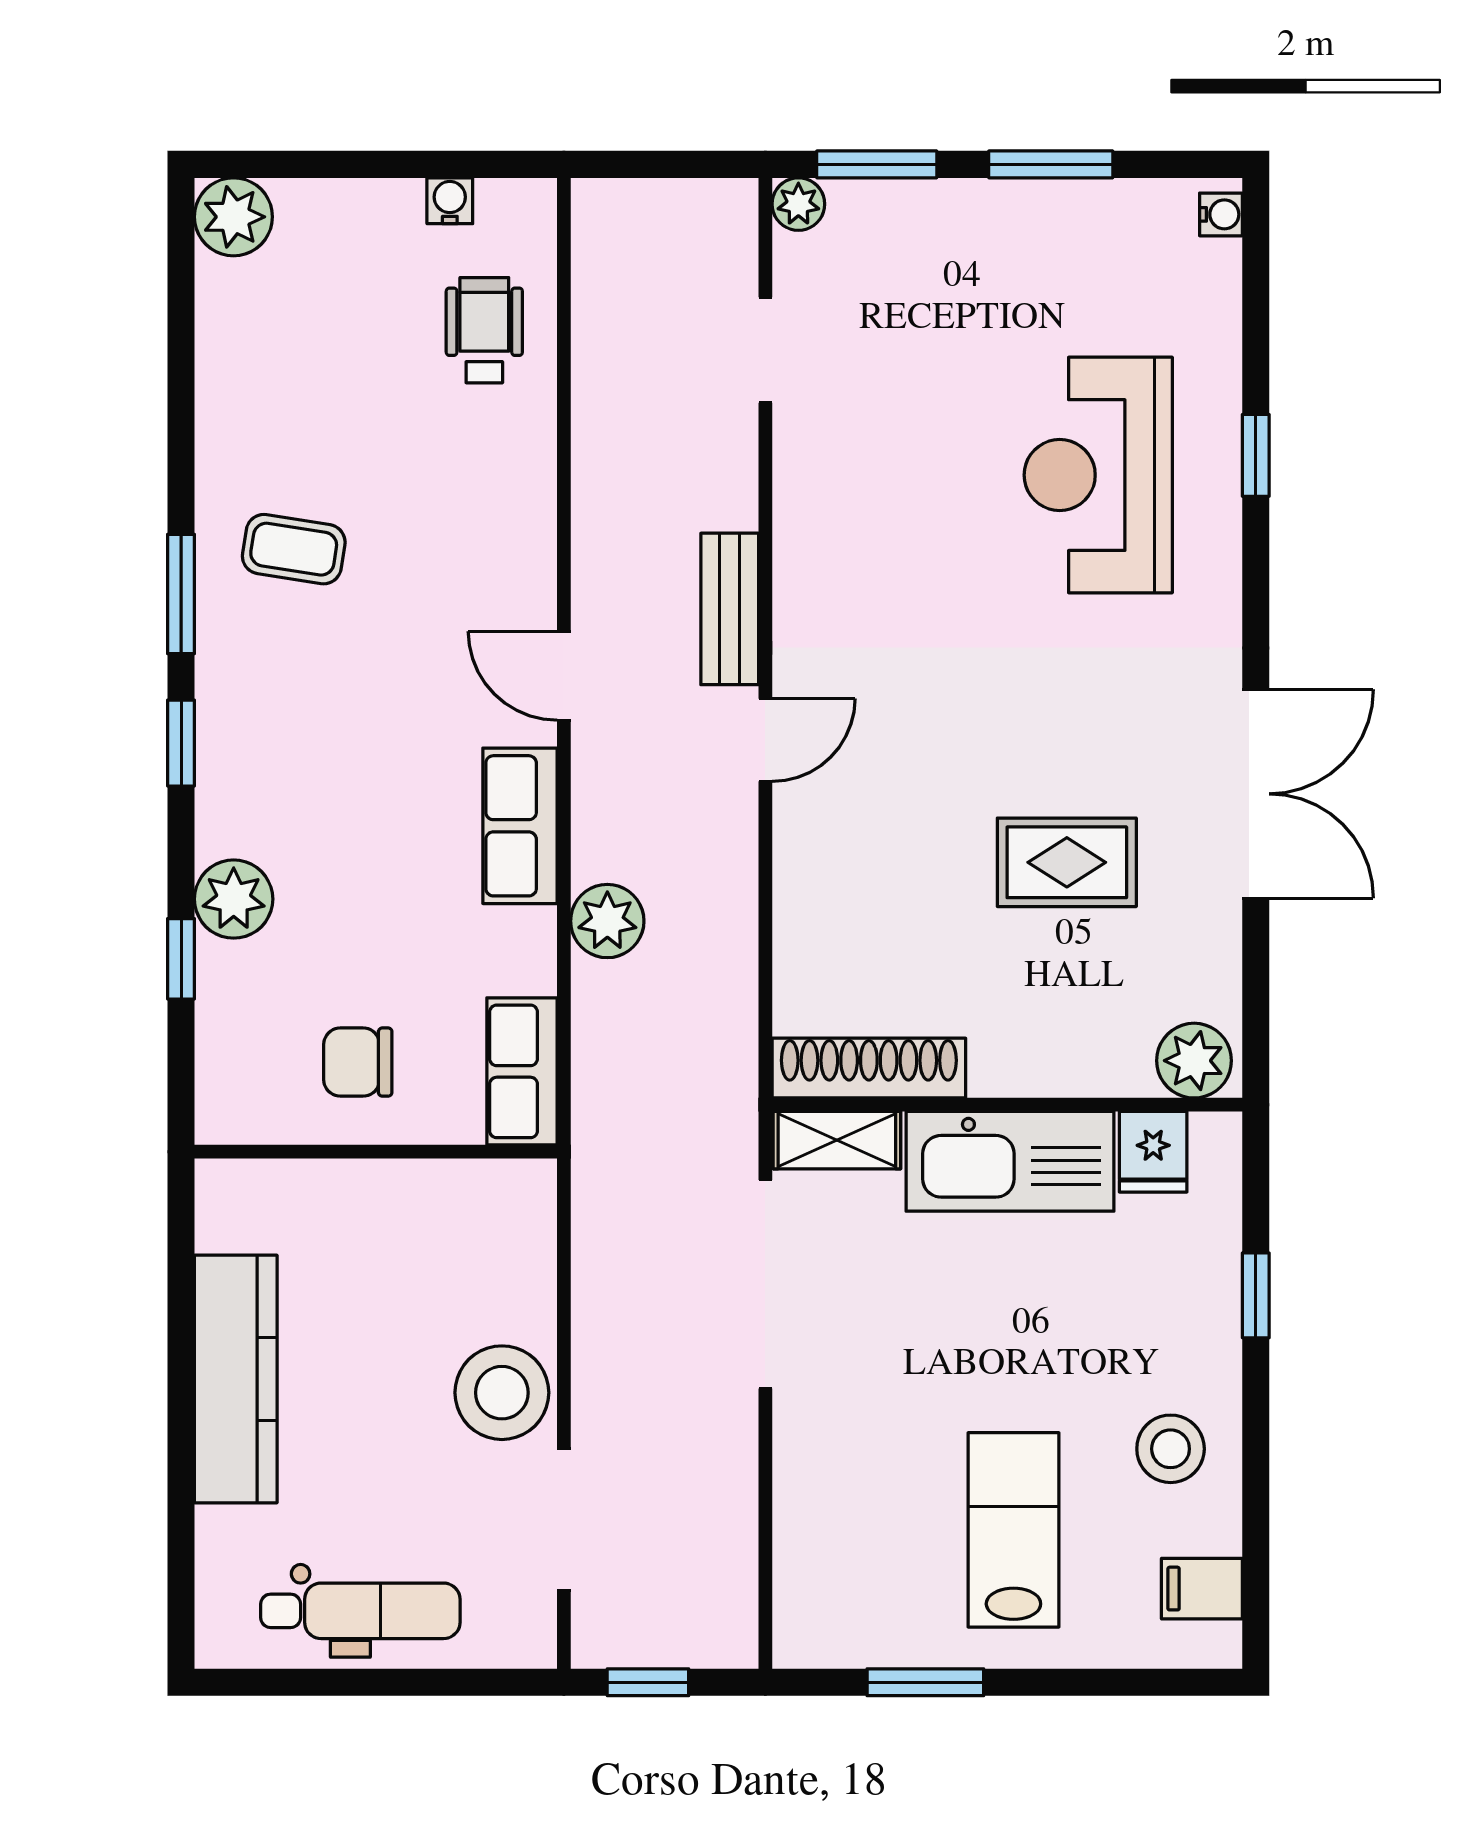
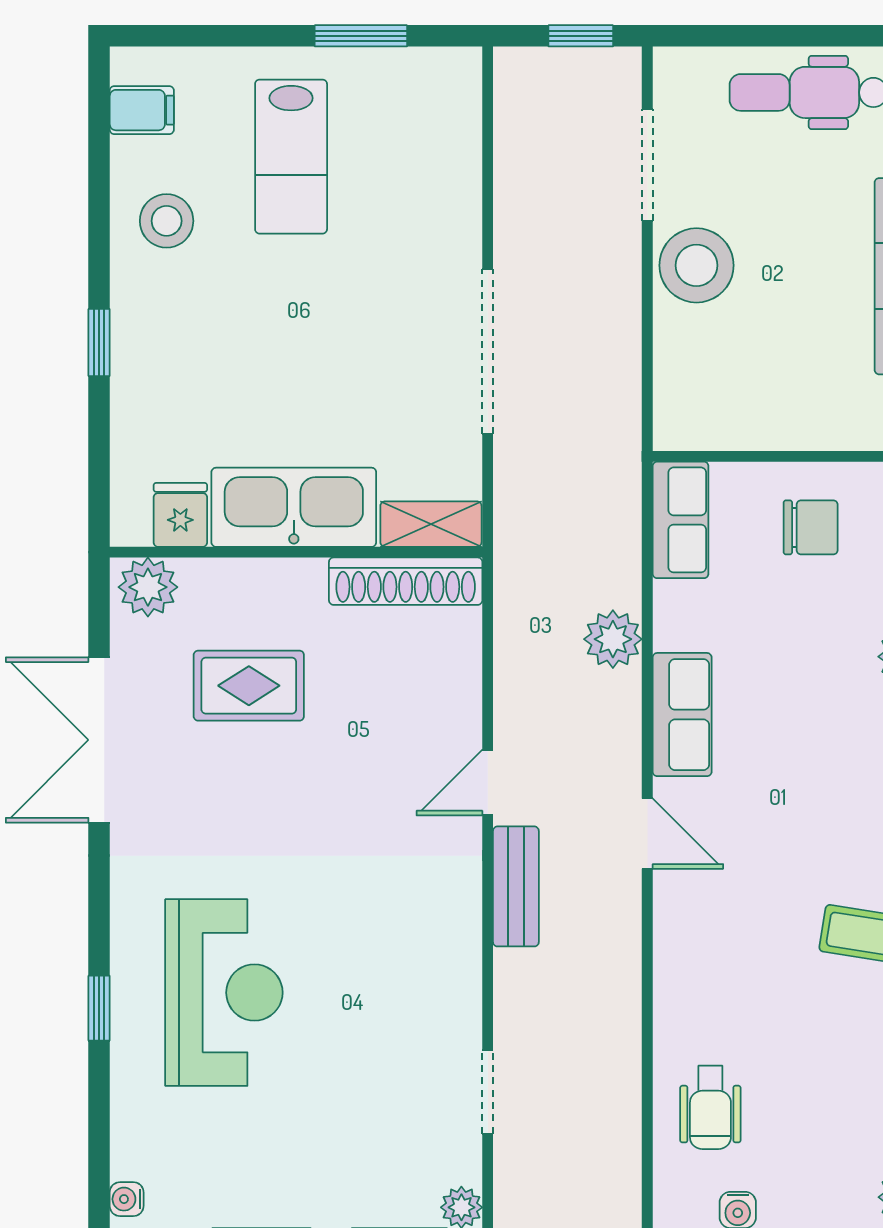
plant: (1194, 1061) -> (148, 587), moved
shoe rack: (869, 1068) -> (406, 581), moved
wall: (1007, 1105) -> (296, 552), moved
shelving: (837, 1140) -> (431, 524), moved
fridge: (1153, 1152) -> (180, 515), moved
kitchen sink: (1010, 1161) -> (294, 507), moved

